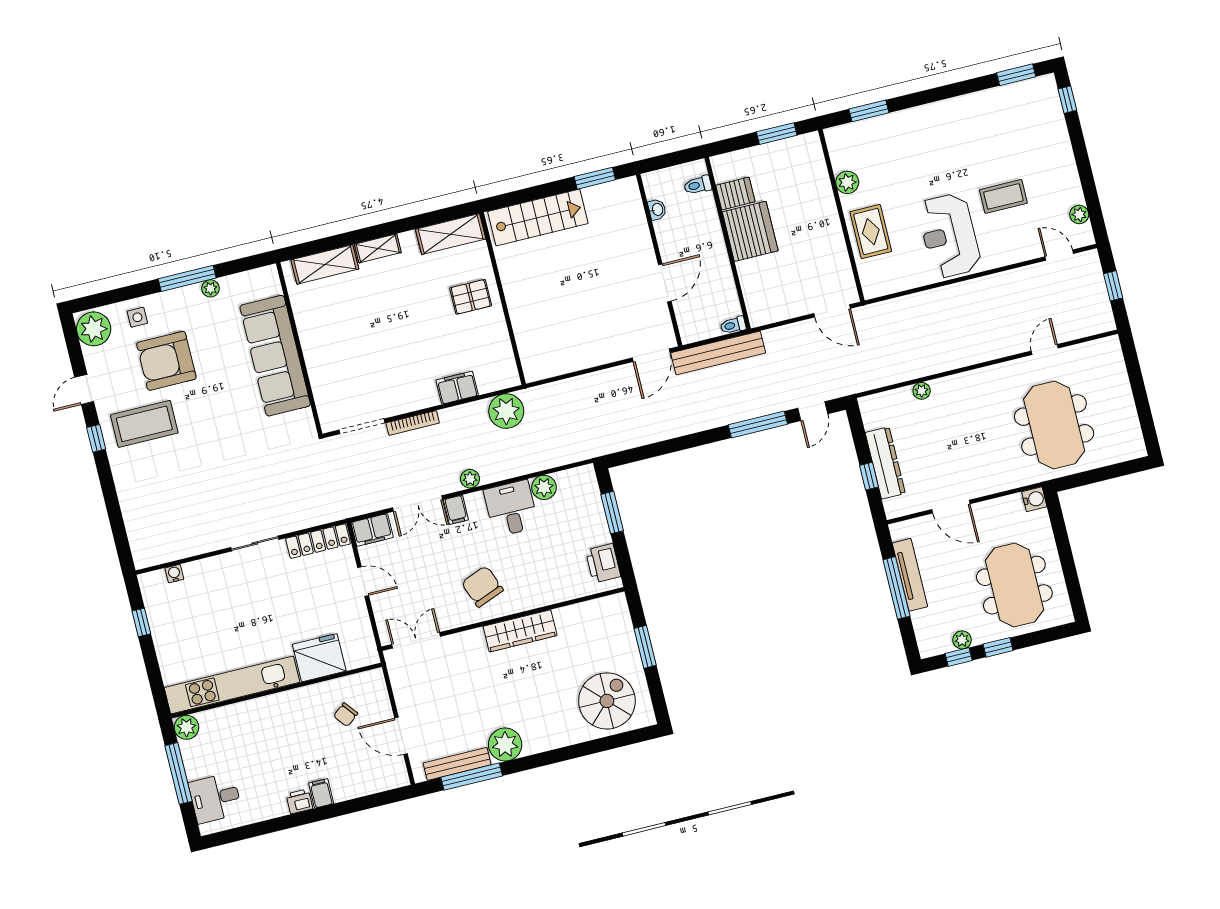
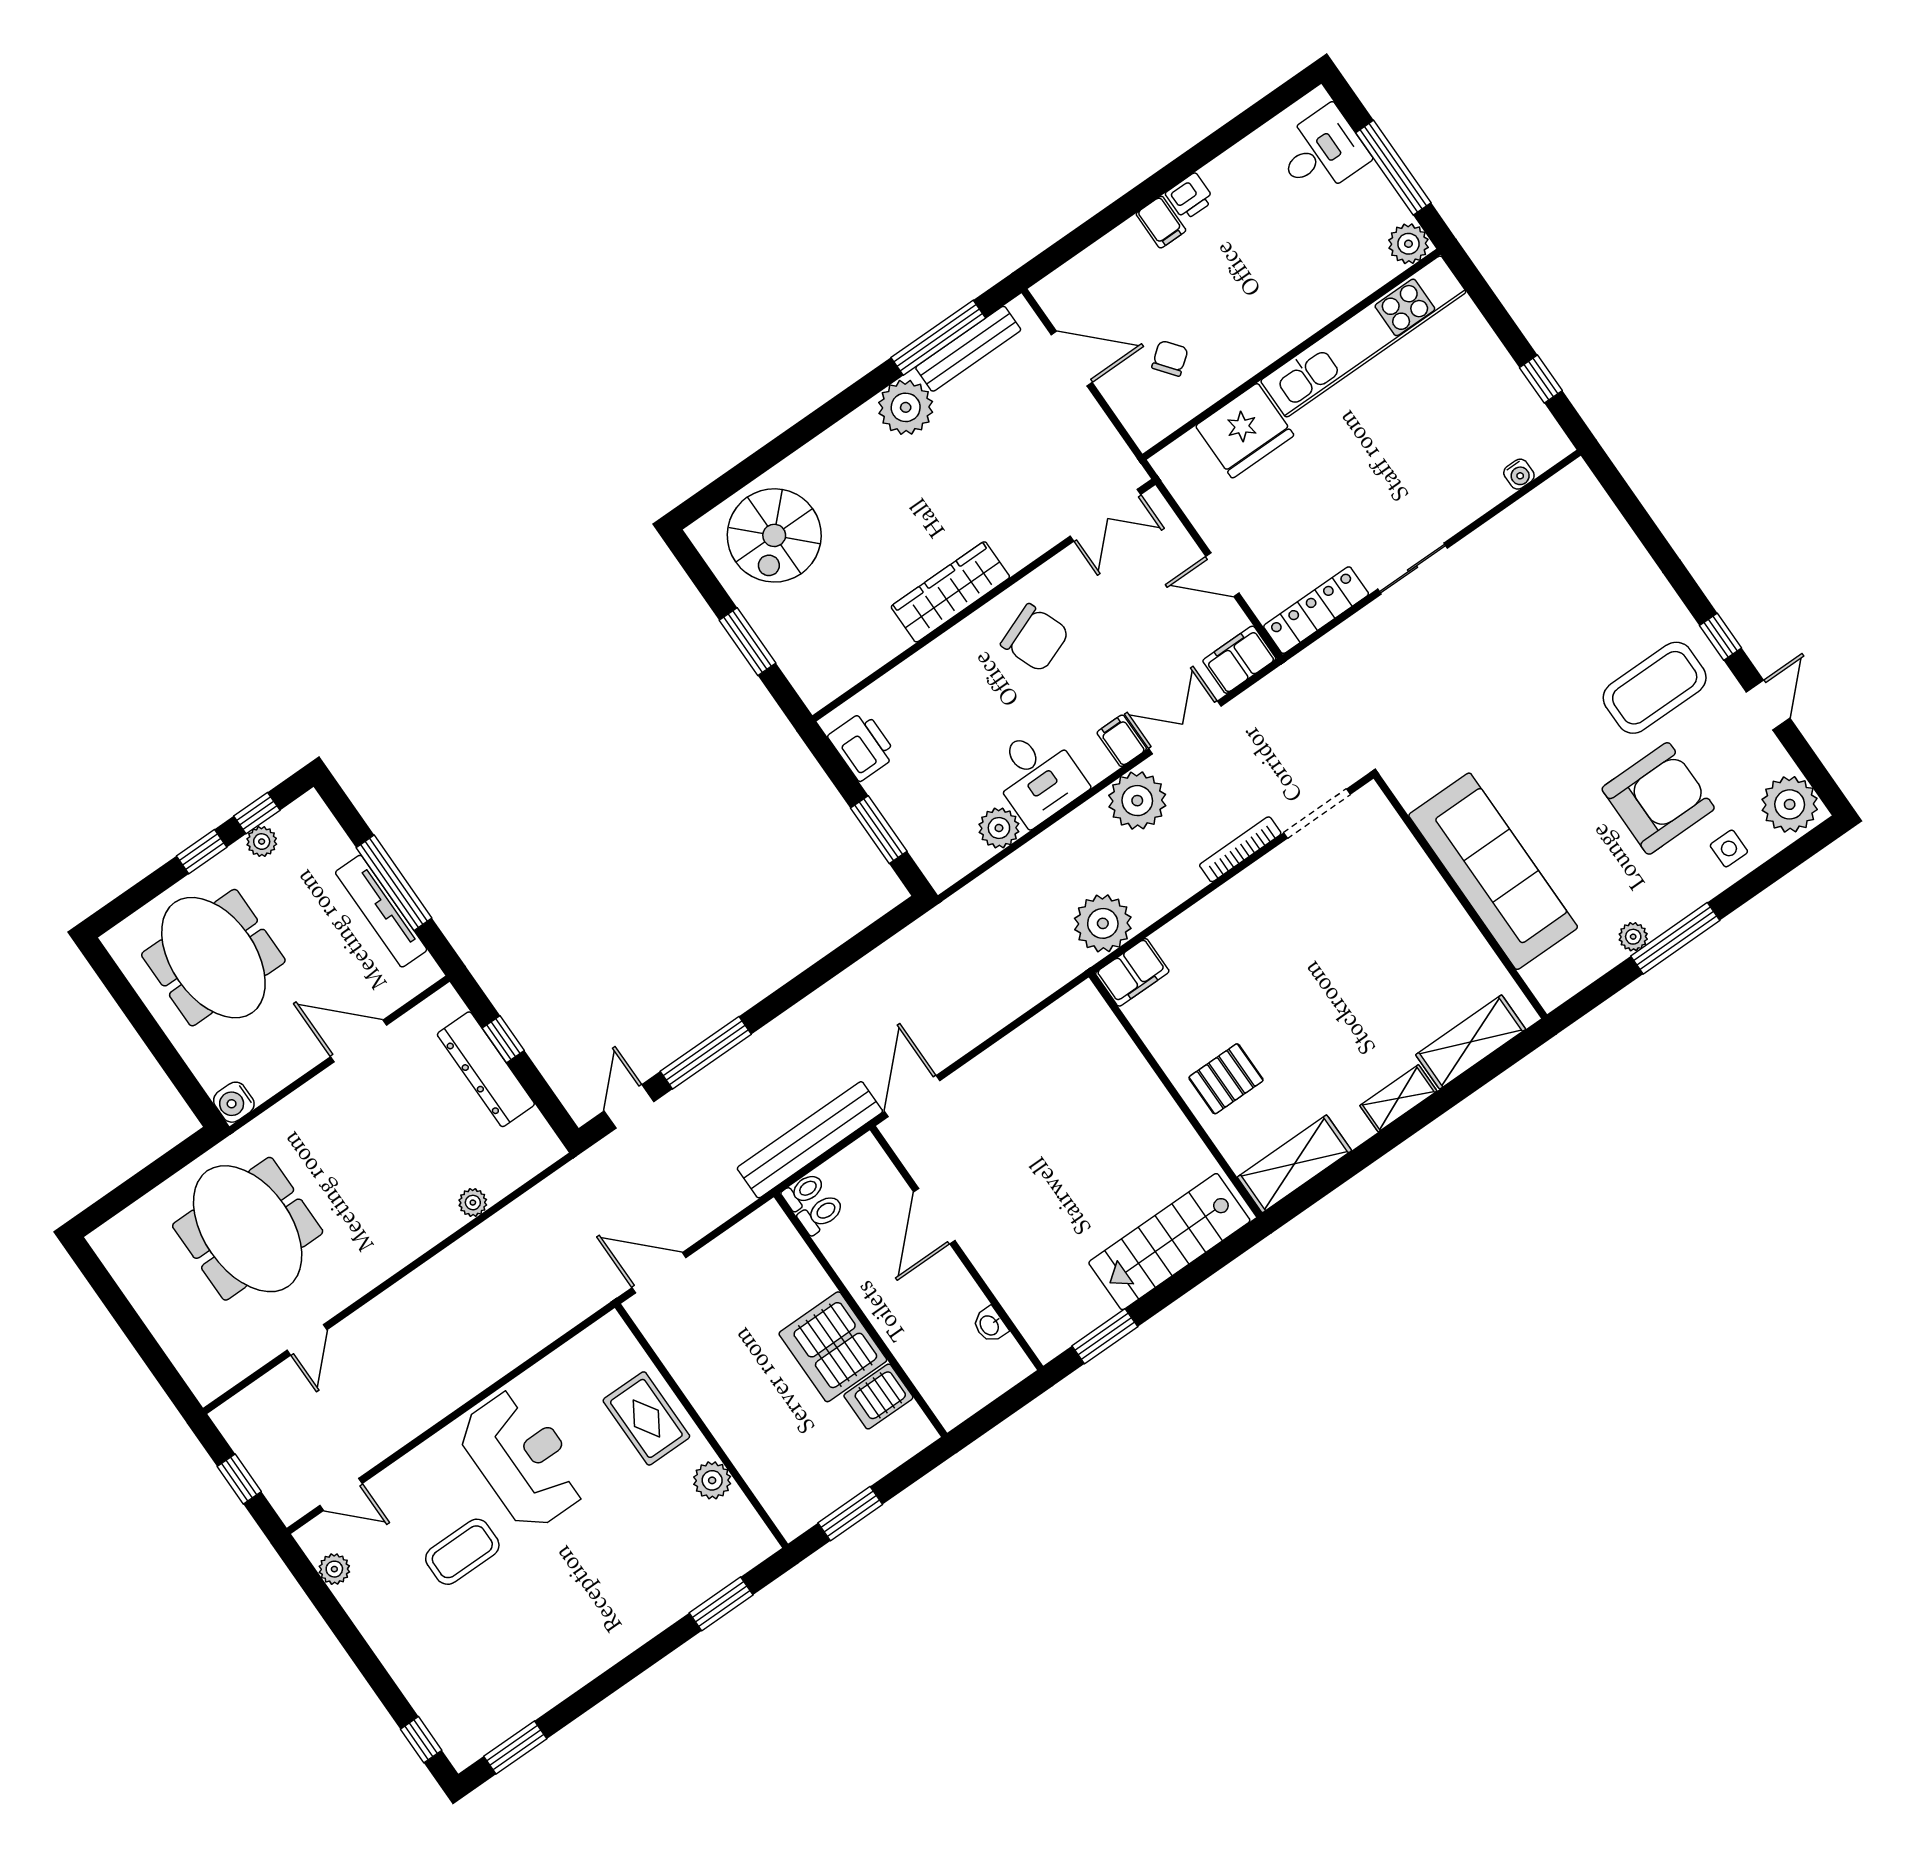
toilet: (698, 185) -> (821, 1214), moved
filing cabinet: (457, 388) -> (1132, 972), moved
plant: (470, 479) -> (1137, 801), width x1.87, depth x1.87

